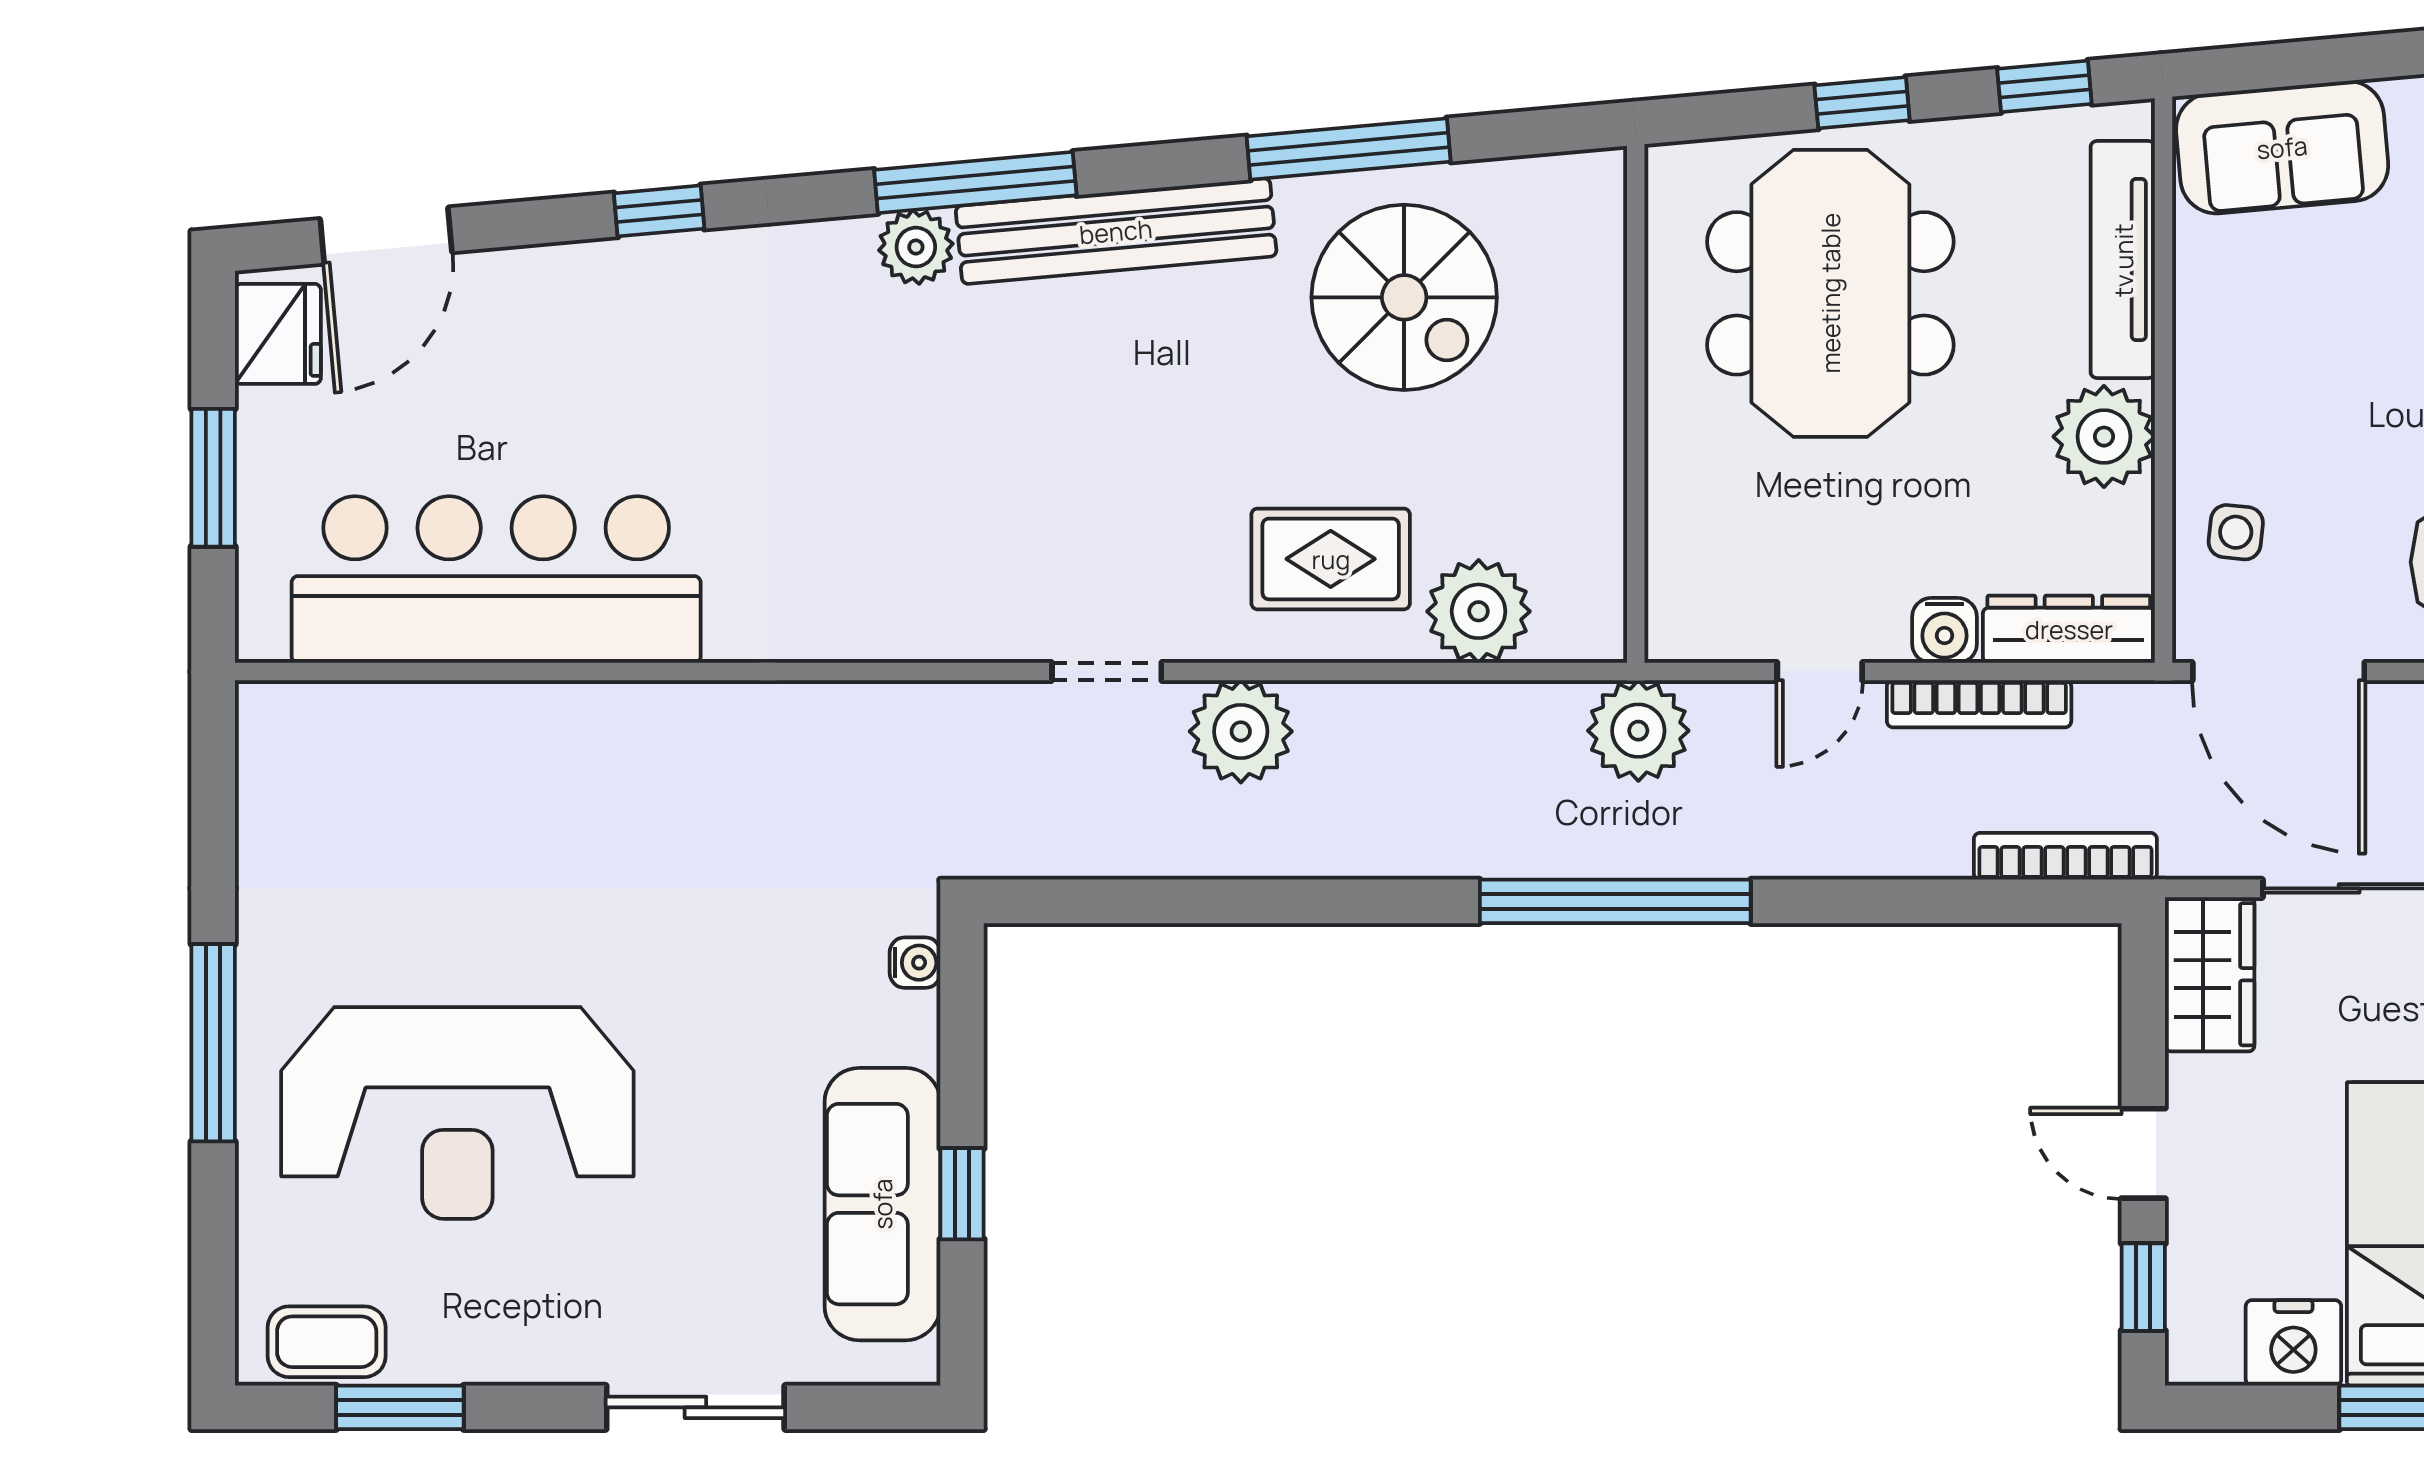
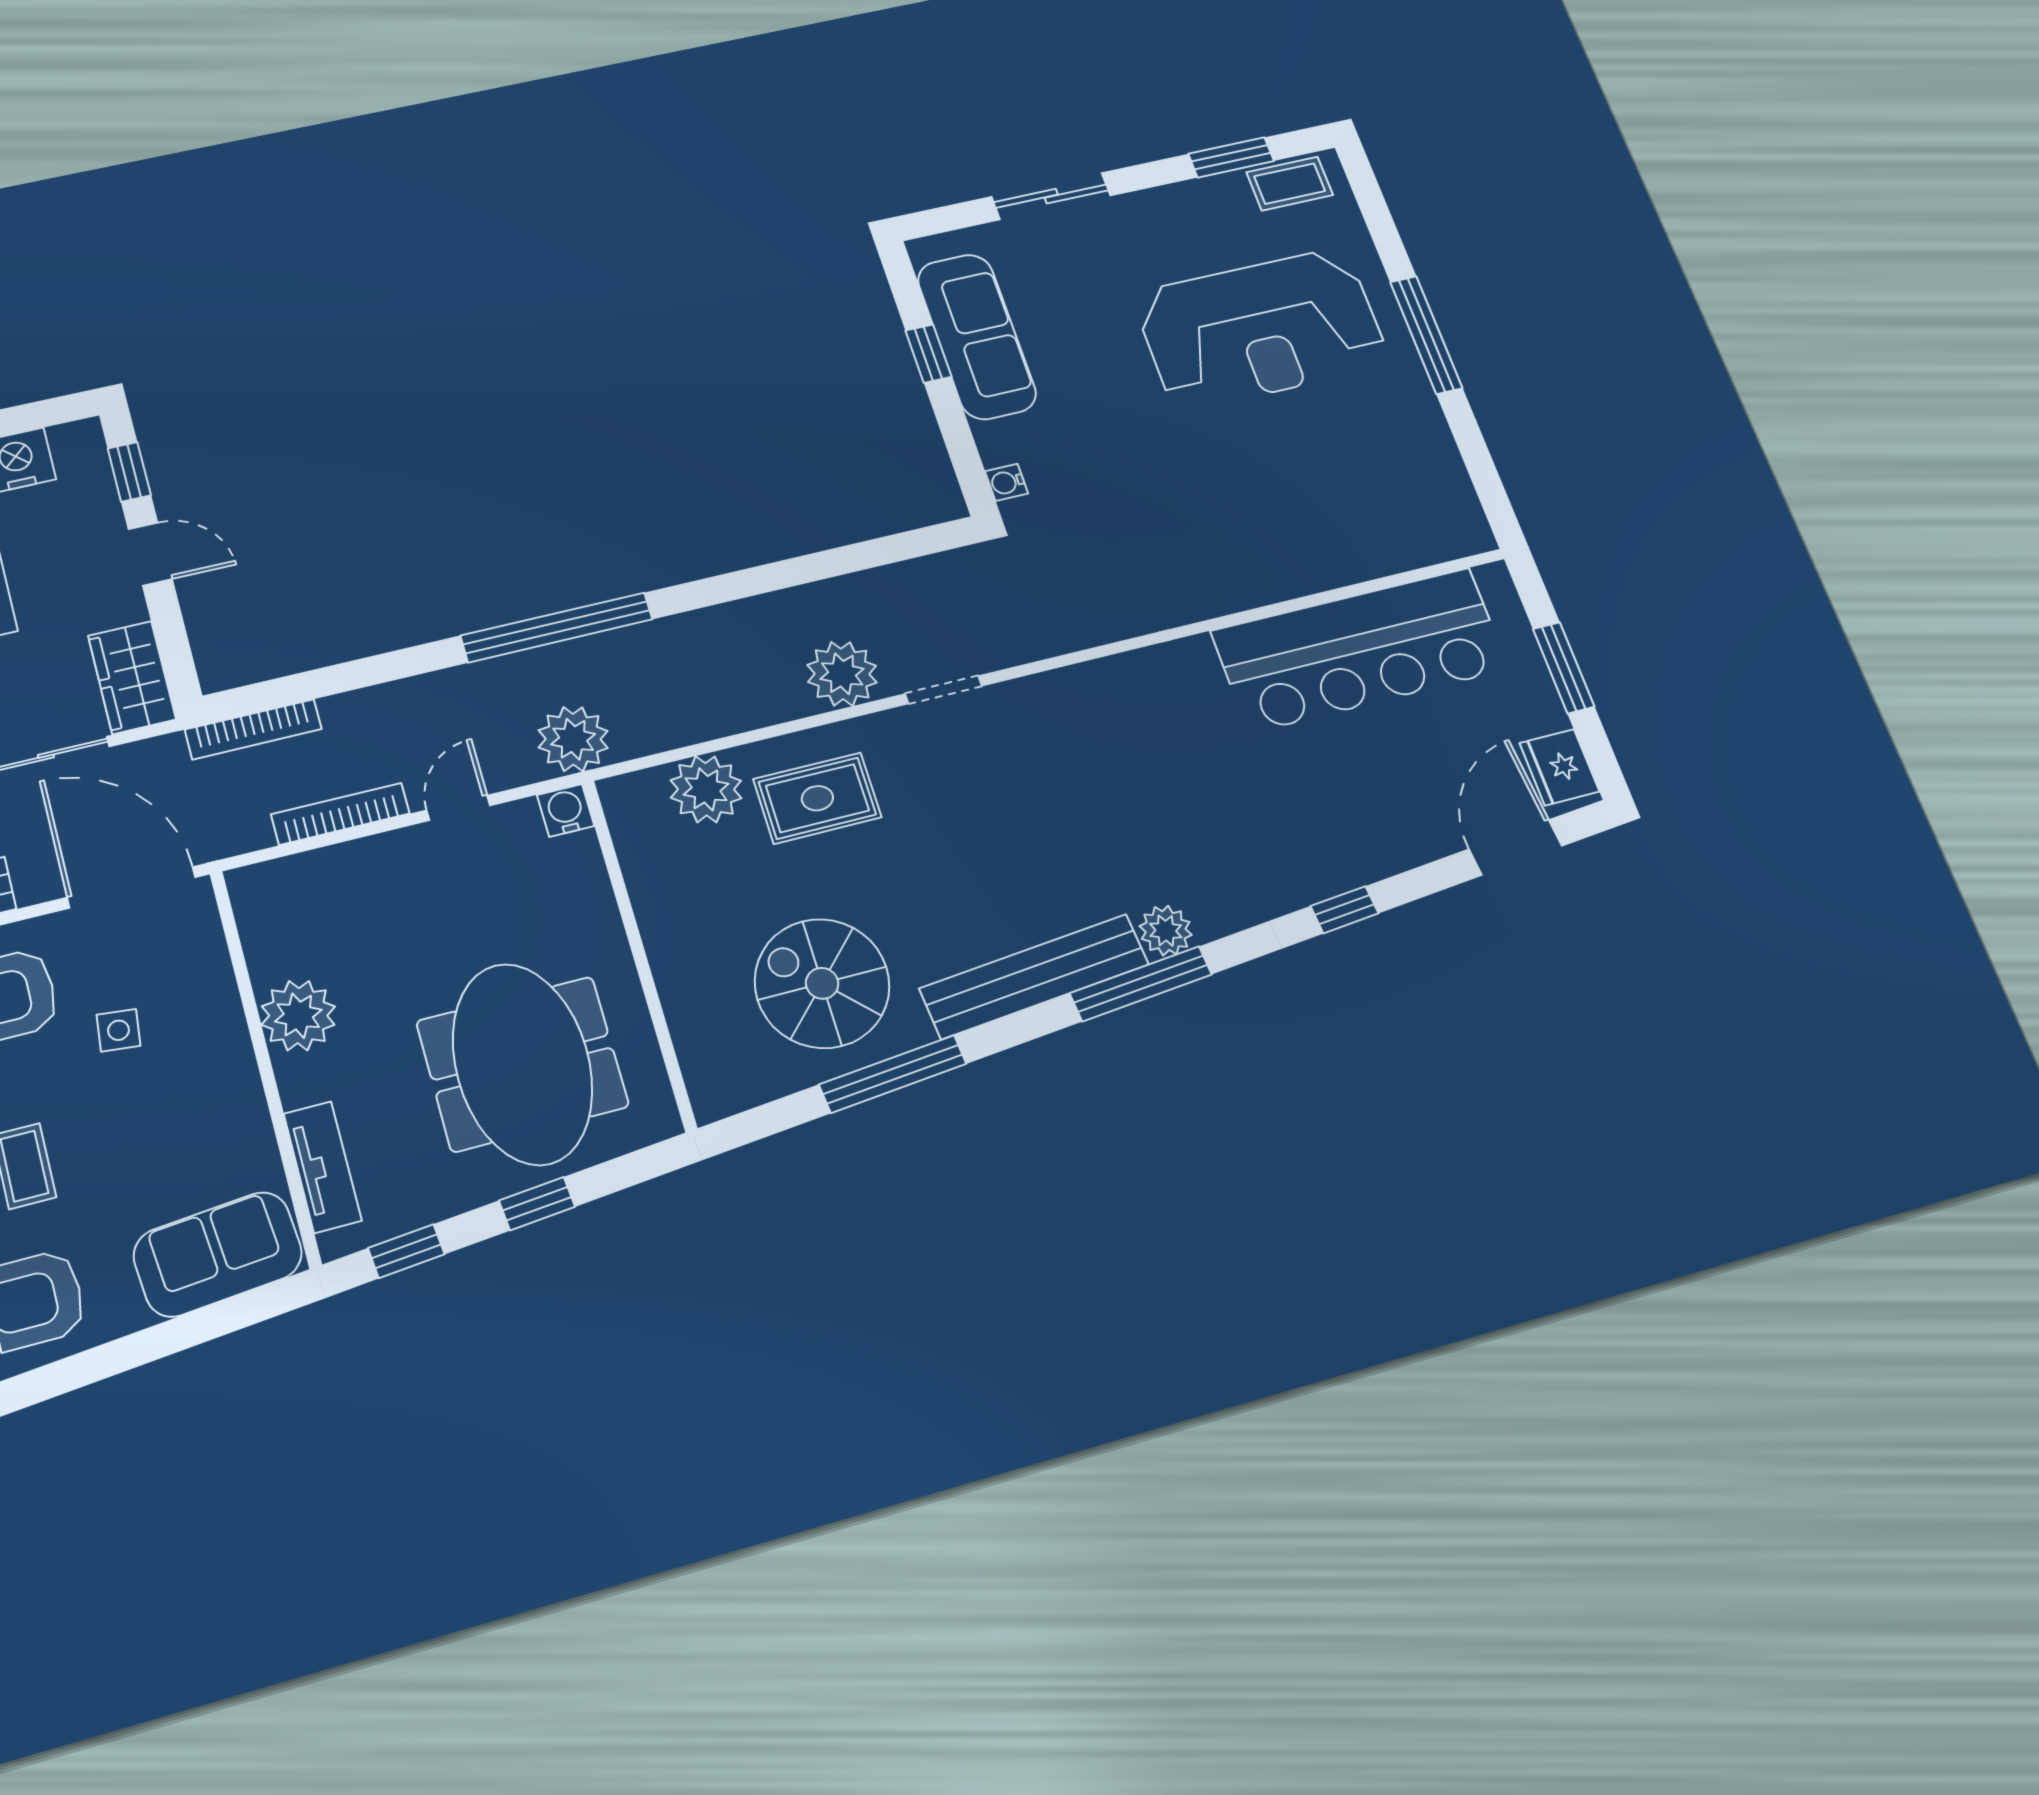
tv unit: (2123, 260) -> (323, 1167), width x0.71
side table: (2236, 532) -> (118, 1030), moved
dresser: (2069, 629) -> (290, 879), removed
water cooler: (1945, 630) -> (566, 810), moved
reception desk: (457, 1113) -> (1261, 329), turned 180

